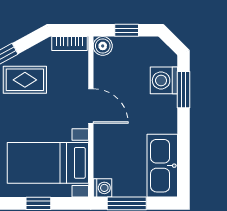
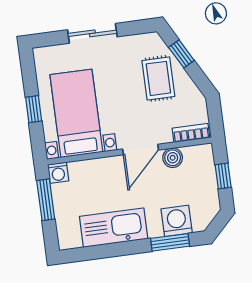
bookcase: (69, 44) -> (191, 133), moved, turned 90
boiler: (103, 46) -> (173, 158), moved
kitchen sink: (162, 166) -> (114, 228), moved

